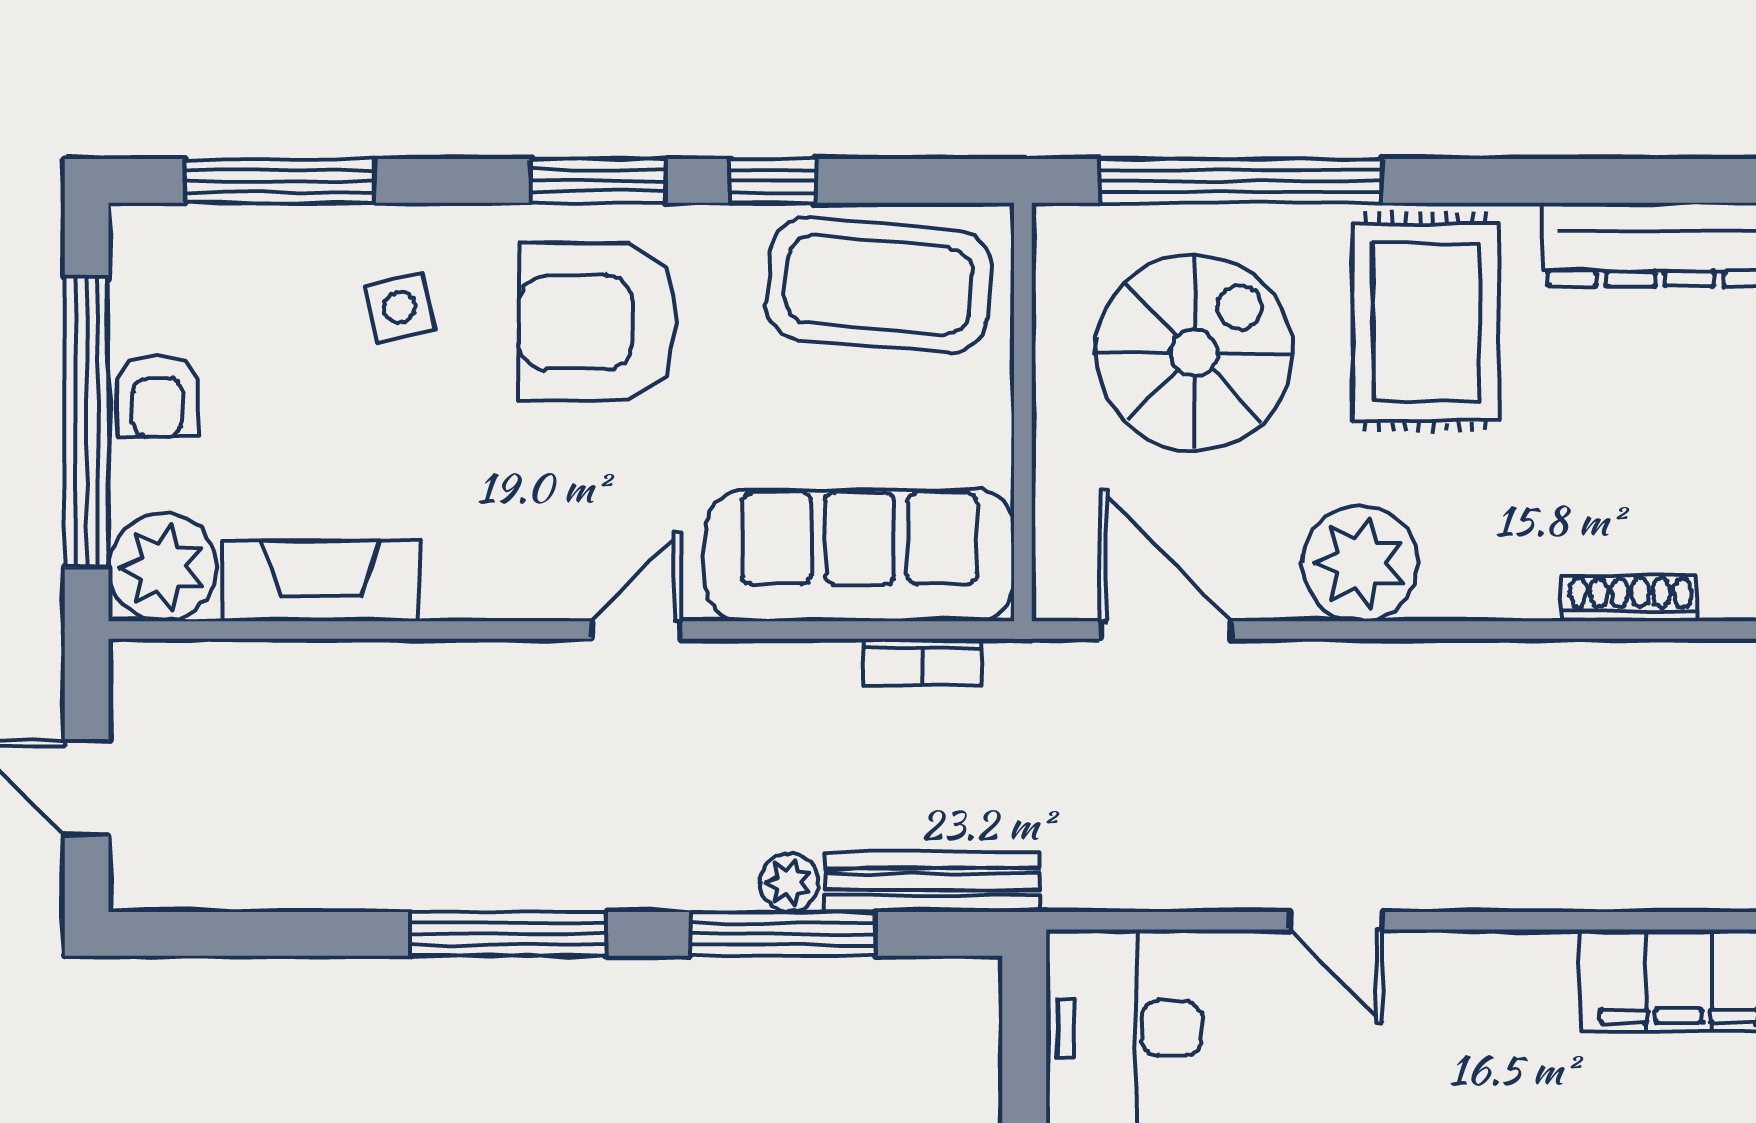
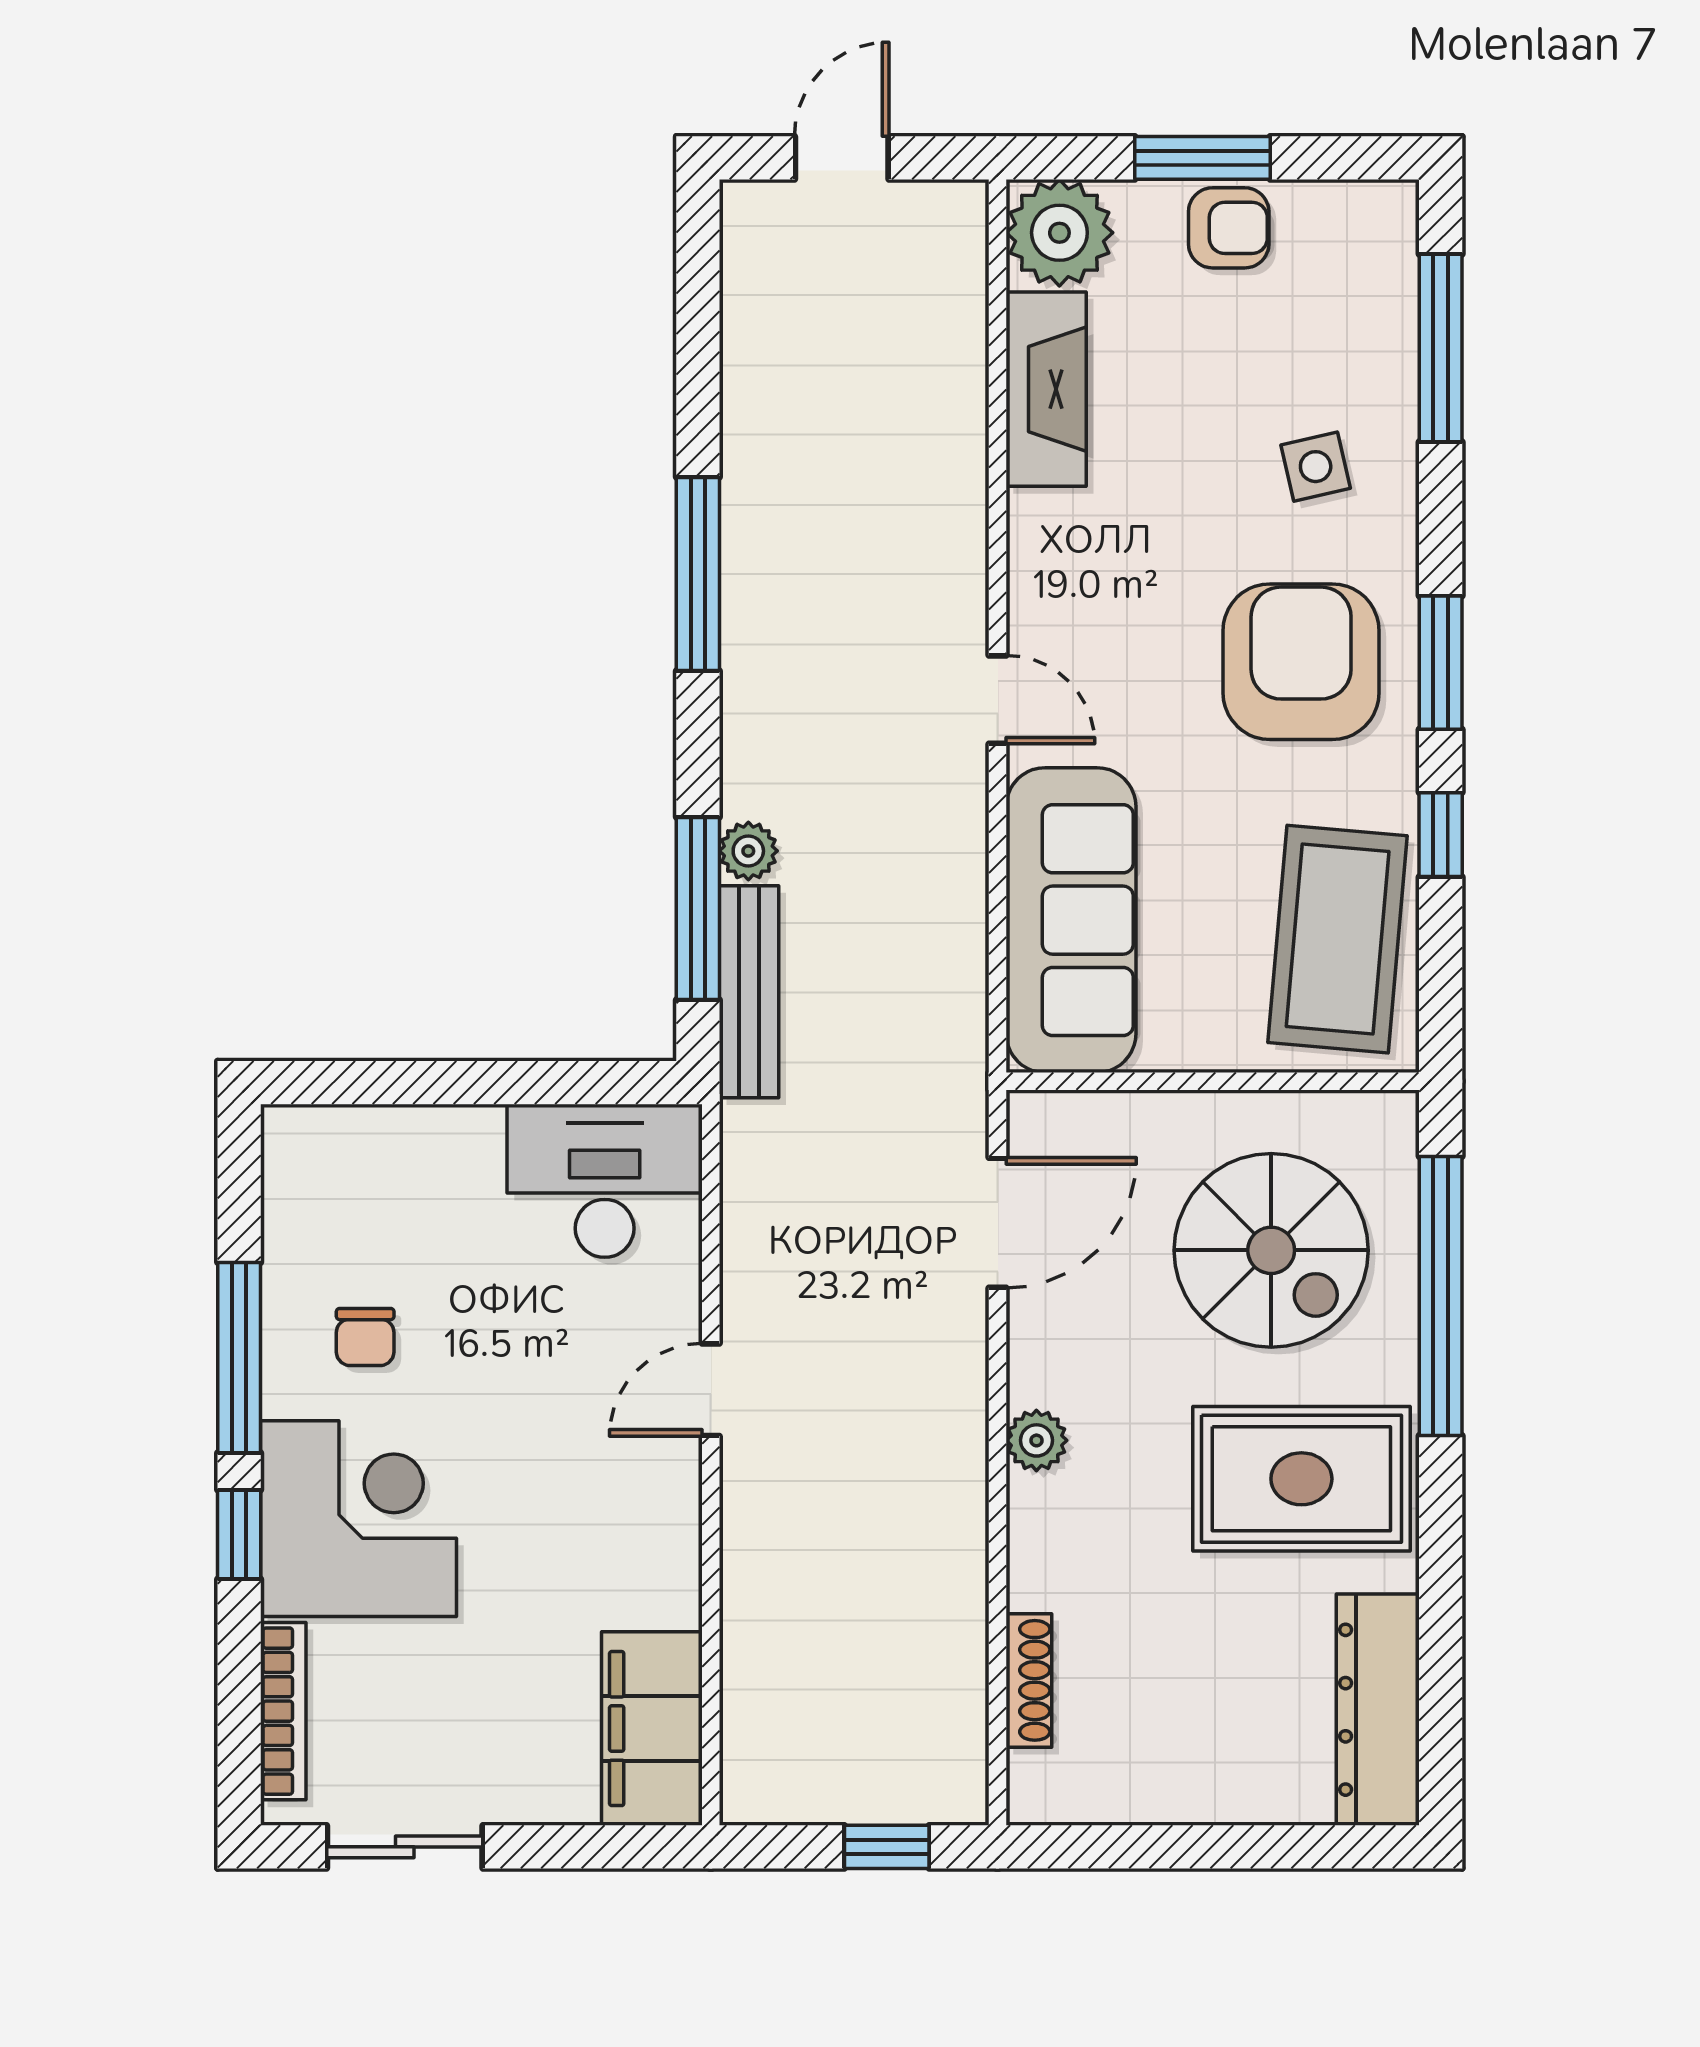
armchair: (158, 396) -> (1229, 228), turned 180
window: (87, 422) -> (1202, 158), width x0.47
plant: (1360, 564) -> (1036, 1440), width x0.53, depth x0.53
bookcase: (923, 662) -> (966, 982), removed
window: (783, 934) -> (698, 909), moved

